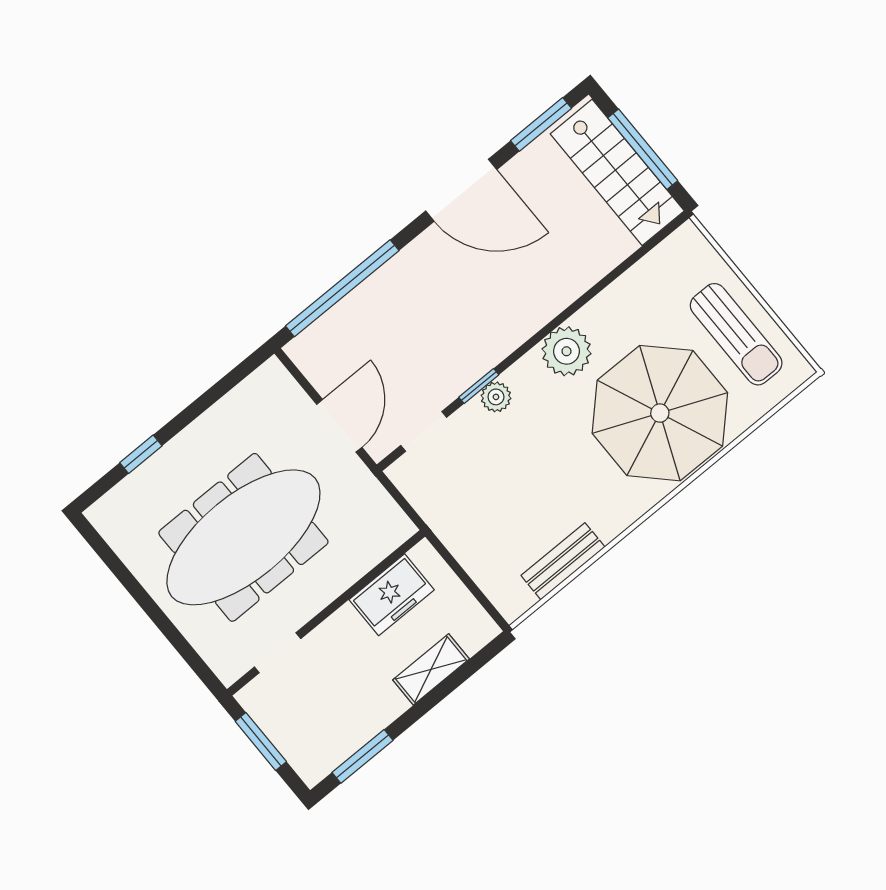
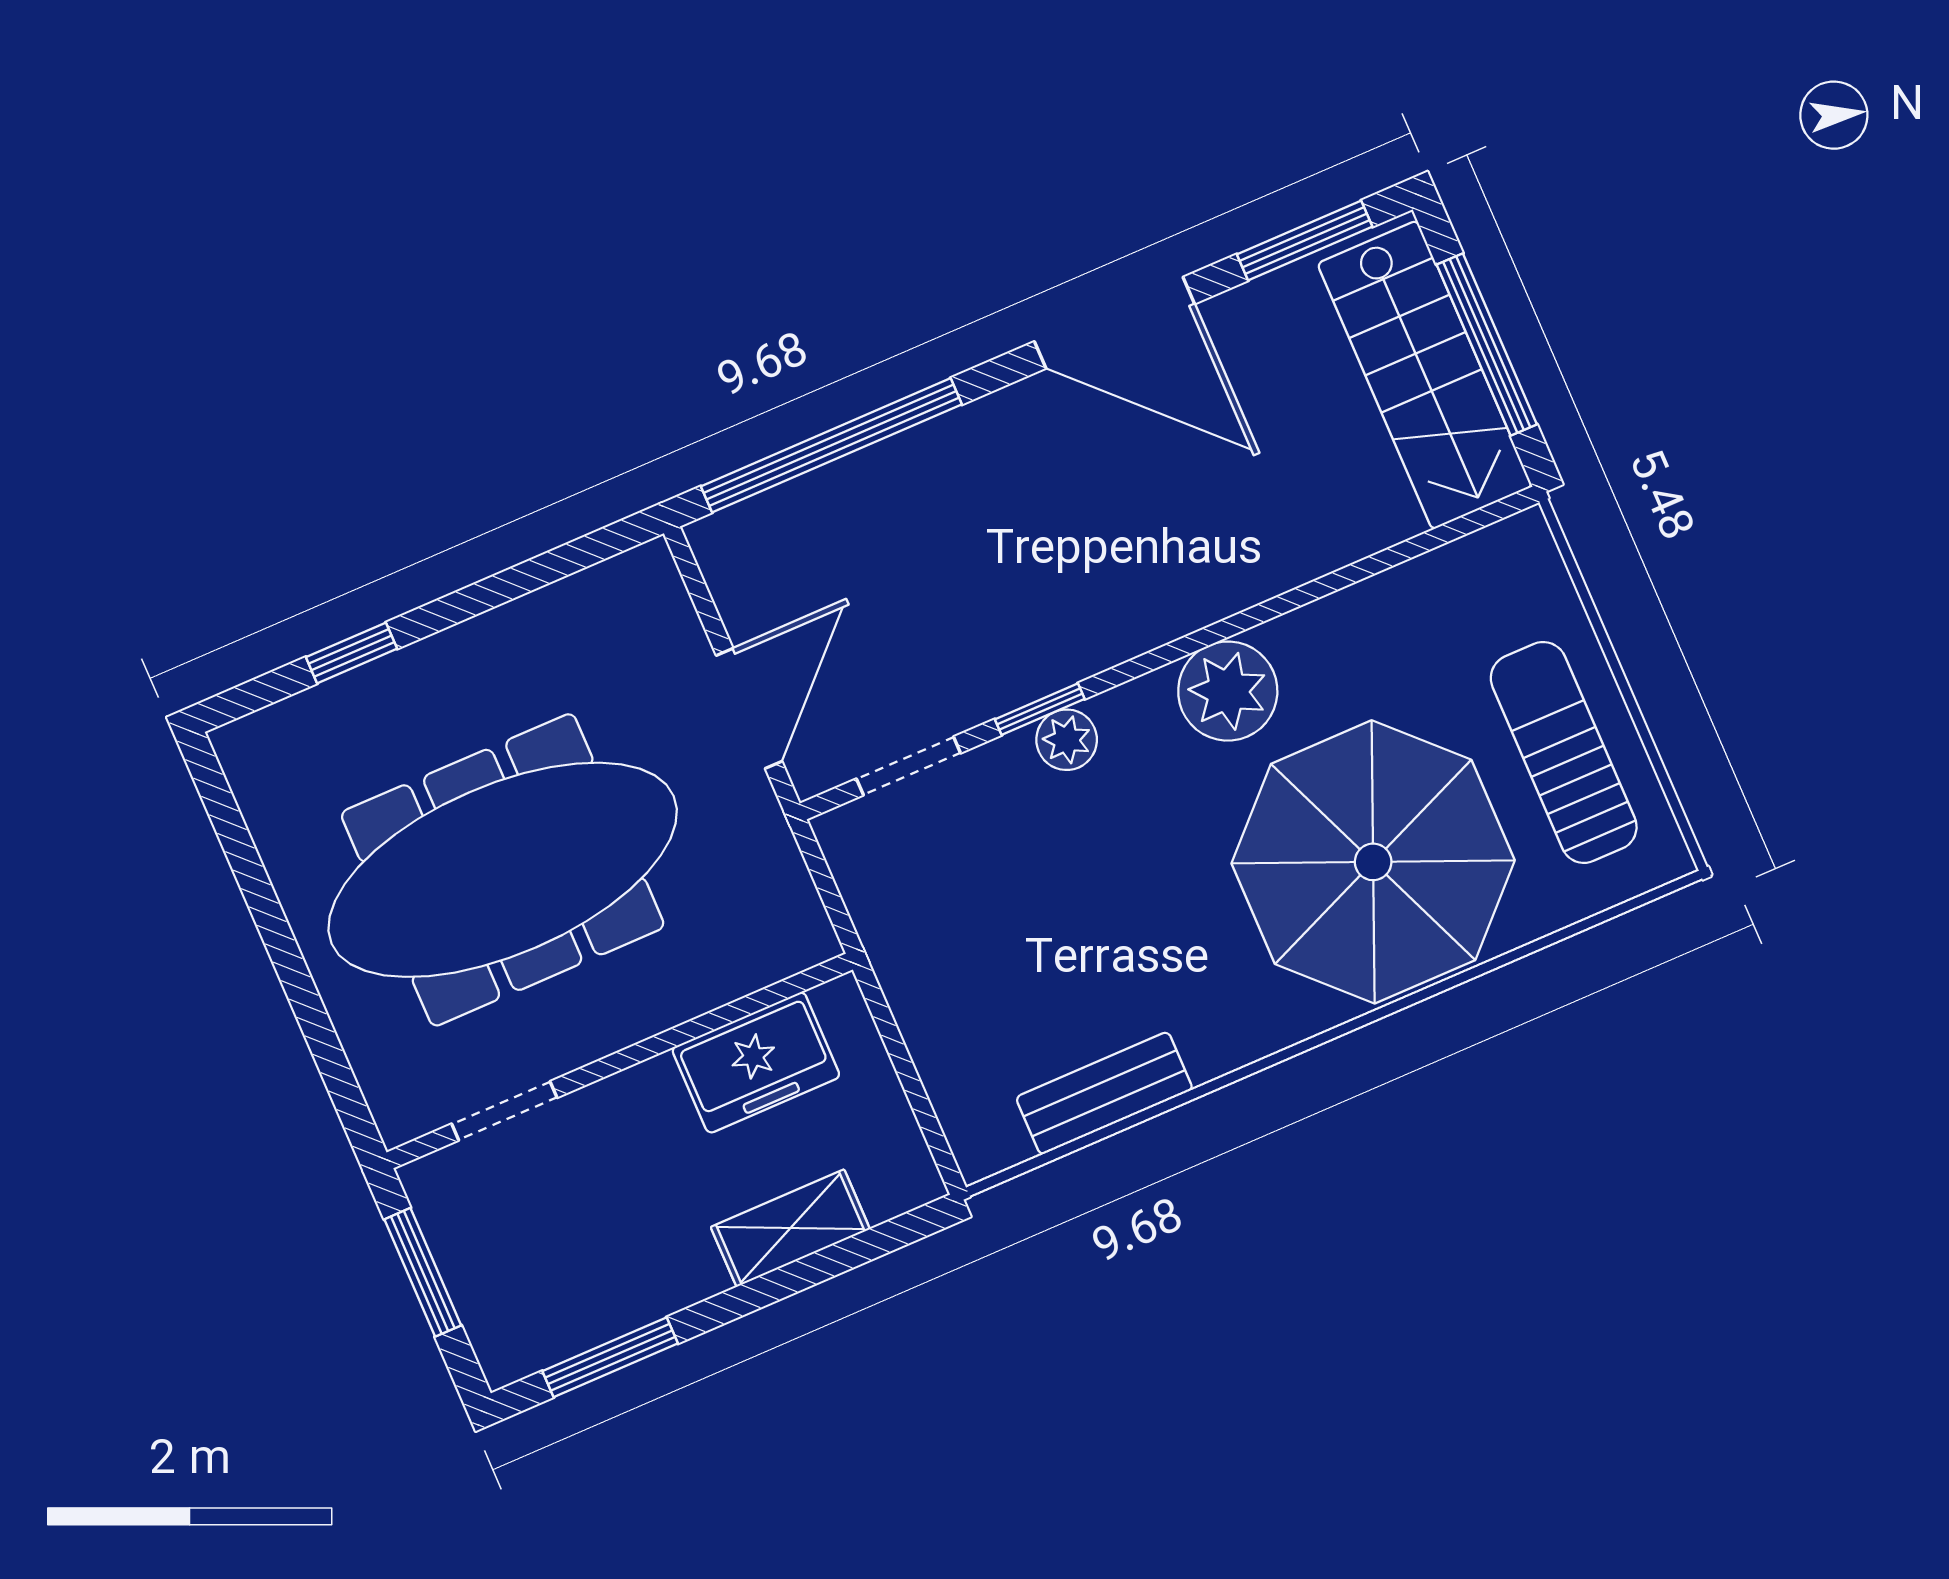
sun lounger: (736, 334) -> (1564, 752), turned 180

